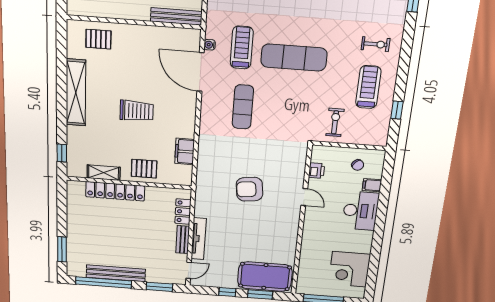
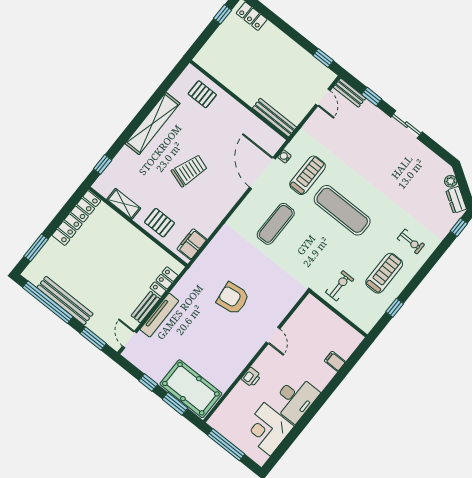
trolley: (137, 111) -> (189, 170), turned -72
filing cabinet: (185, 151) -> (192, 244), moved
chair: (358, 165) -> (335, 335), removed
printer: (316, 171) -> (251, 377), moved
locker: (115, 191) -> (76, 218), moved, turned -90
desk: (360, 211) -> (295, 399), moved
door: (189, 270) -> (130, 339), swing flipped

